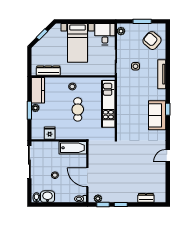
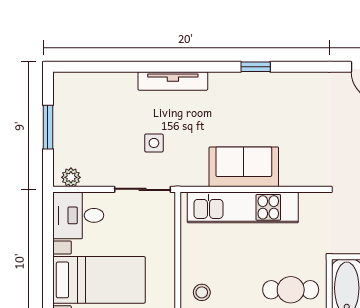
armchair: (152, 41) -> (93, 104), removed
cafe table: (78, 109) -> (291, 290), moved
sofa: (157, 115) -> (244, 167), moved, turned 180

